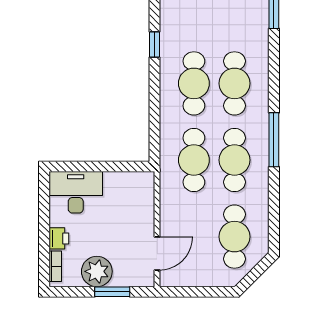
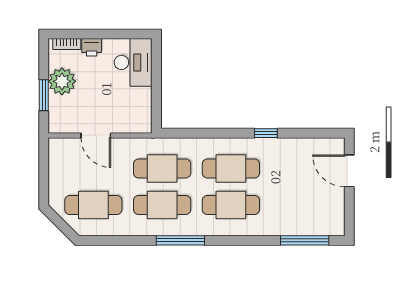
door: (157, 253) -> (96, 135), moved

